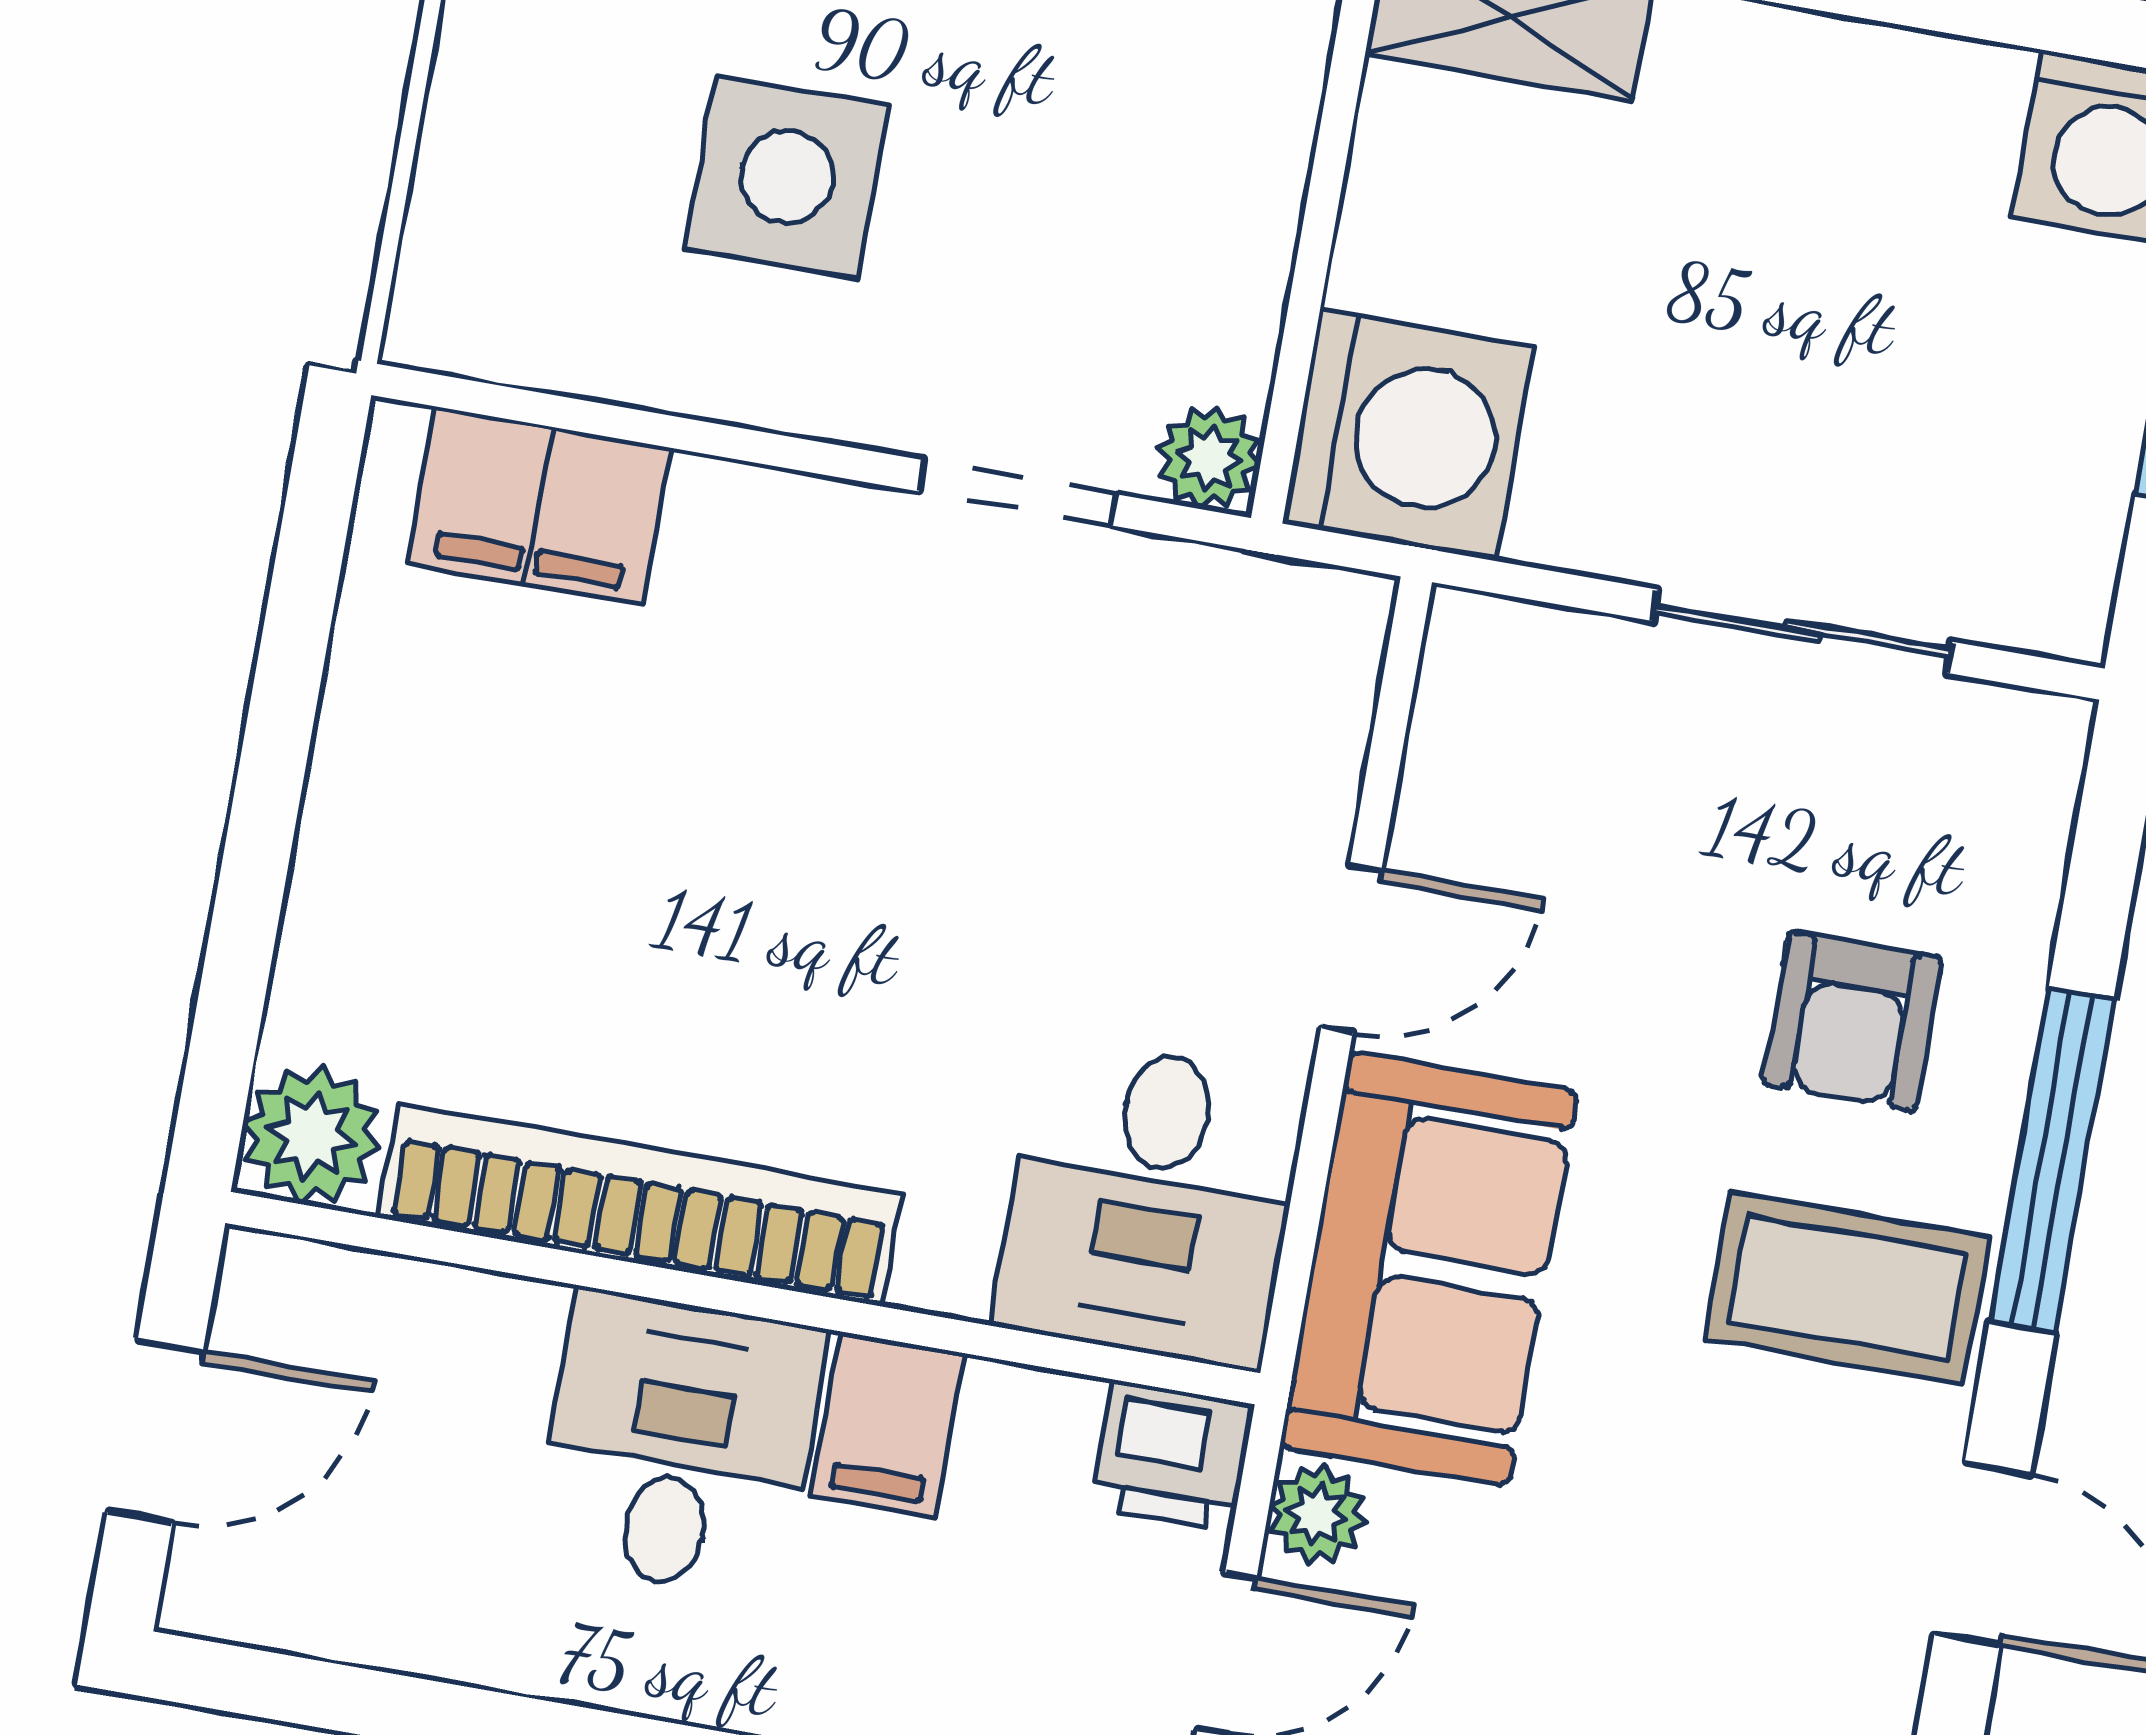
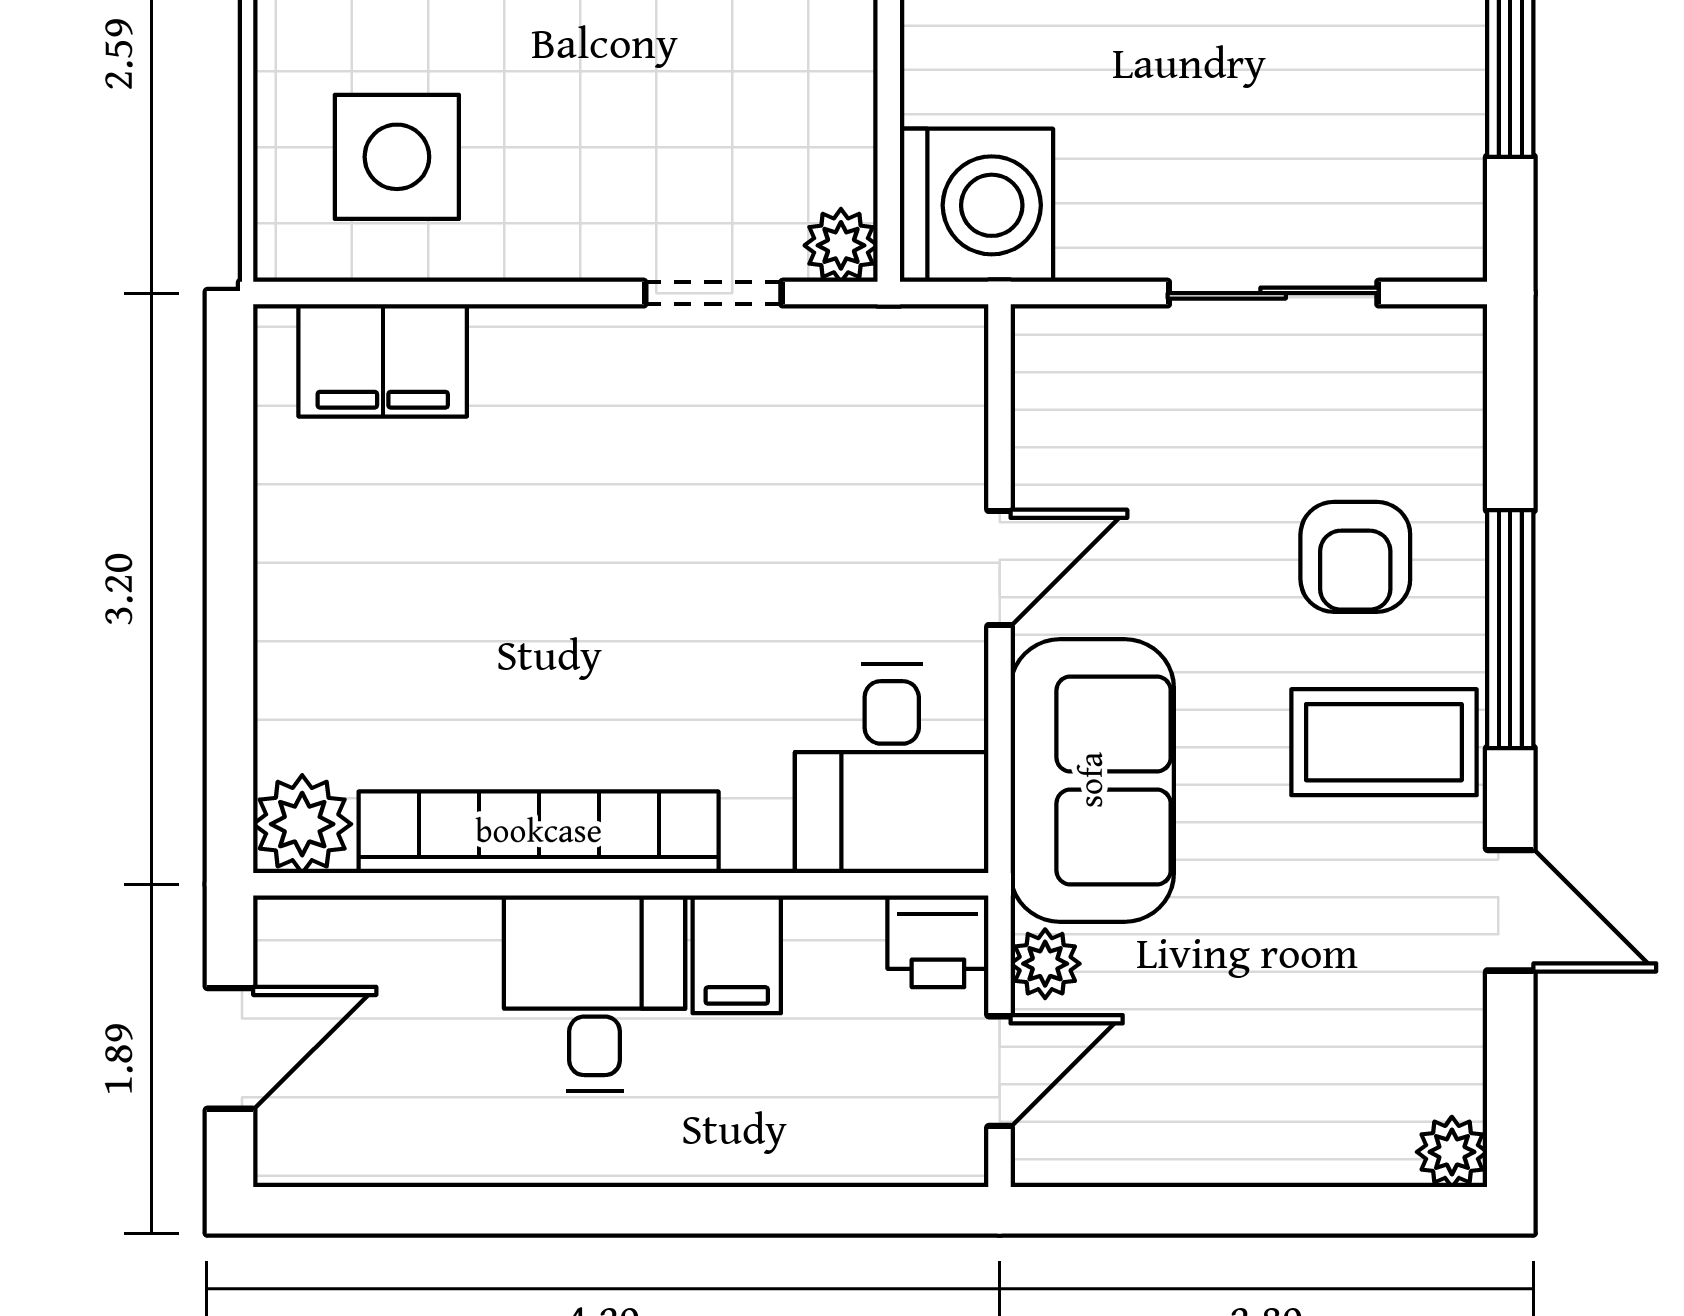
side table: (787, 177) -> (397, 157), moved

